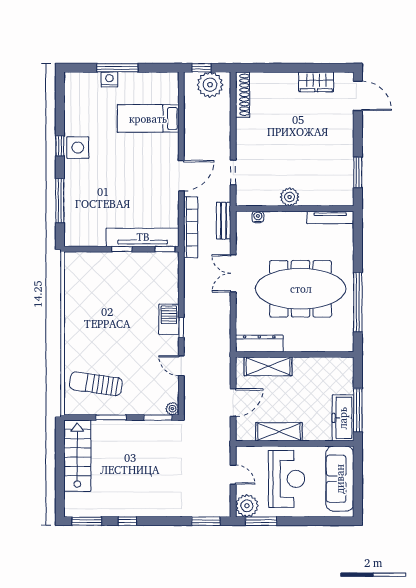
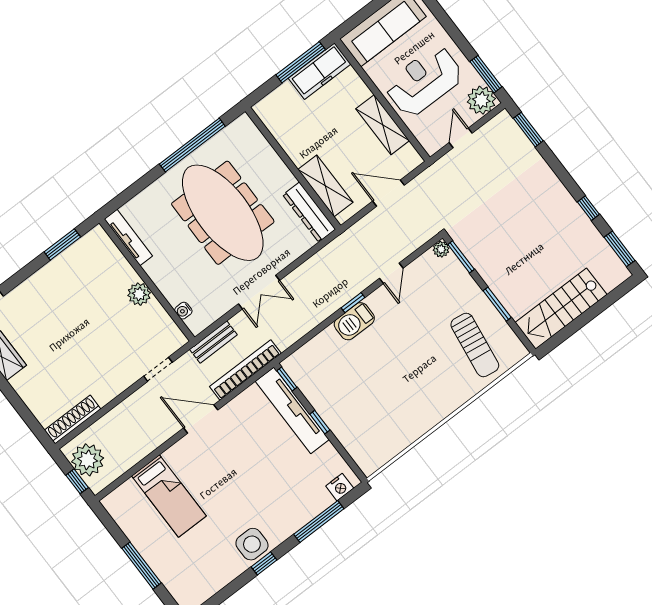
nightstand: (109, 79) -> (340, 487), moved, turned -90

